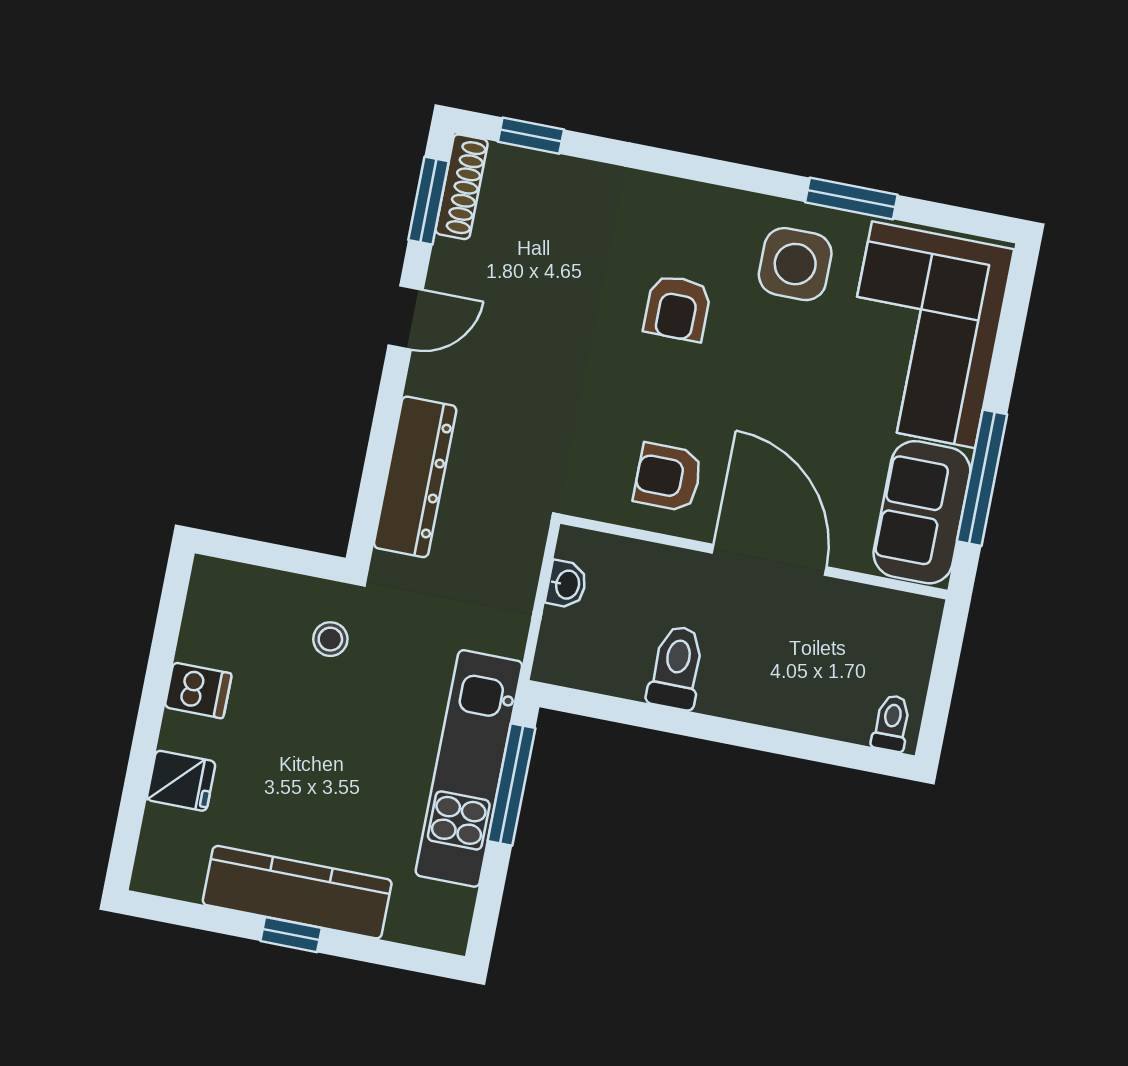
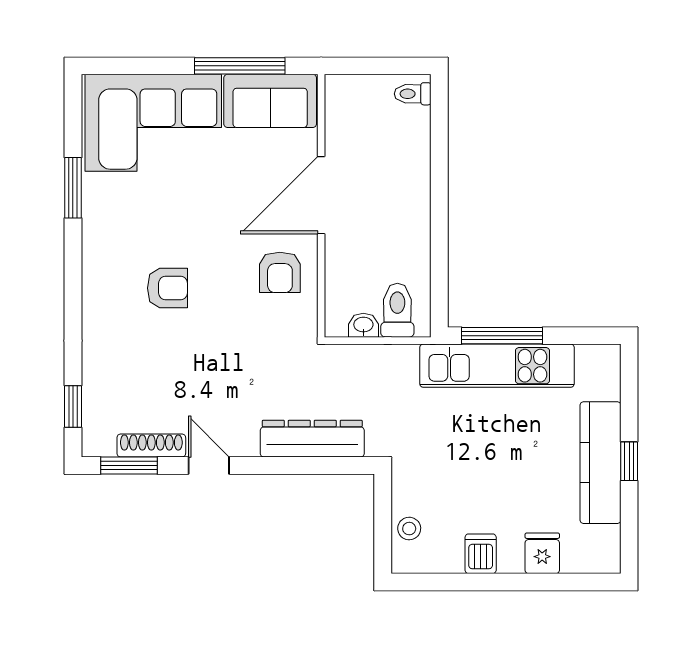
shoe rack: (462, 187) -> (151, 446), moved
side table: (795, 264) -> (123, 216), removed
stool: (330, 639) -> (409, 529), moved
toilet: (676, 668) -> (397, 310), moved, turned 90

